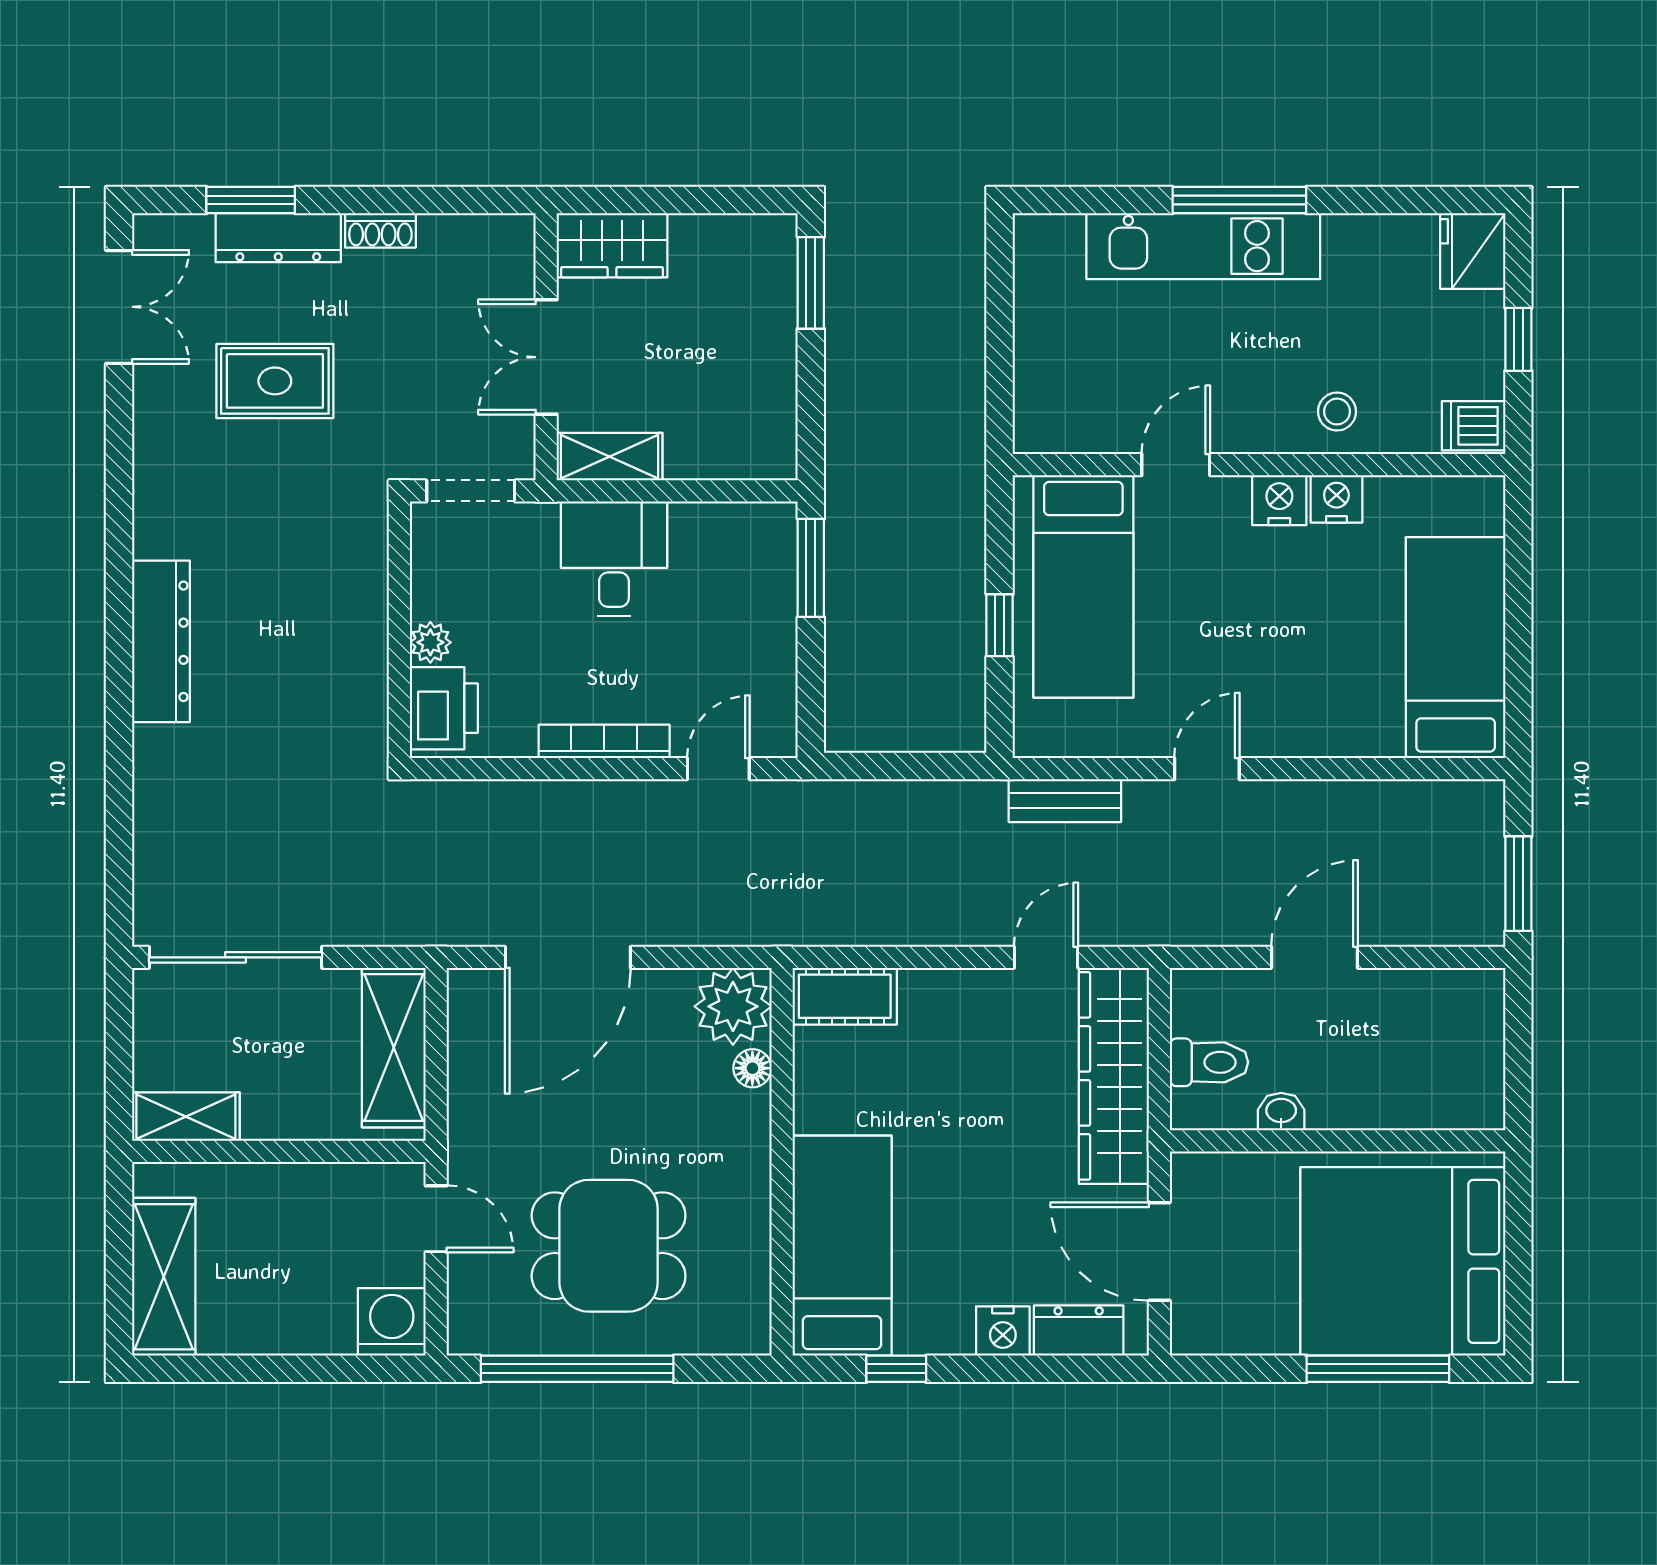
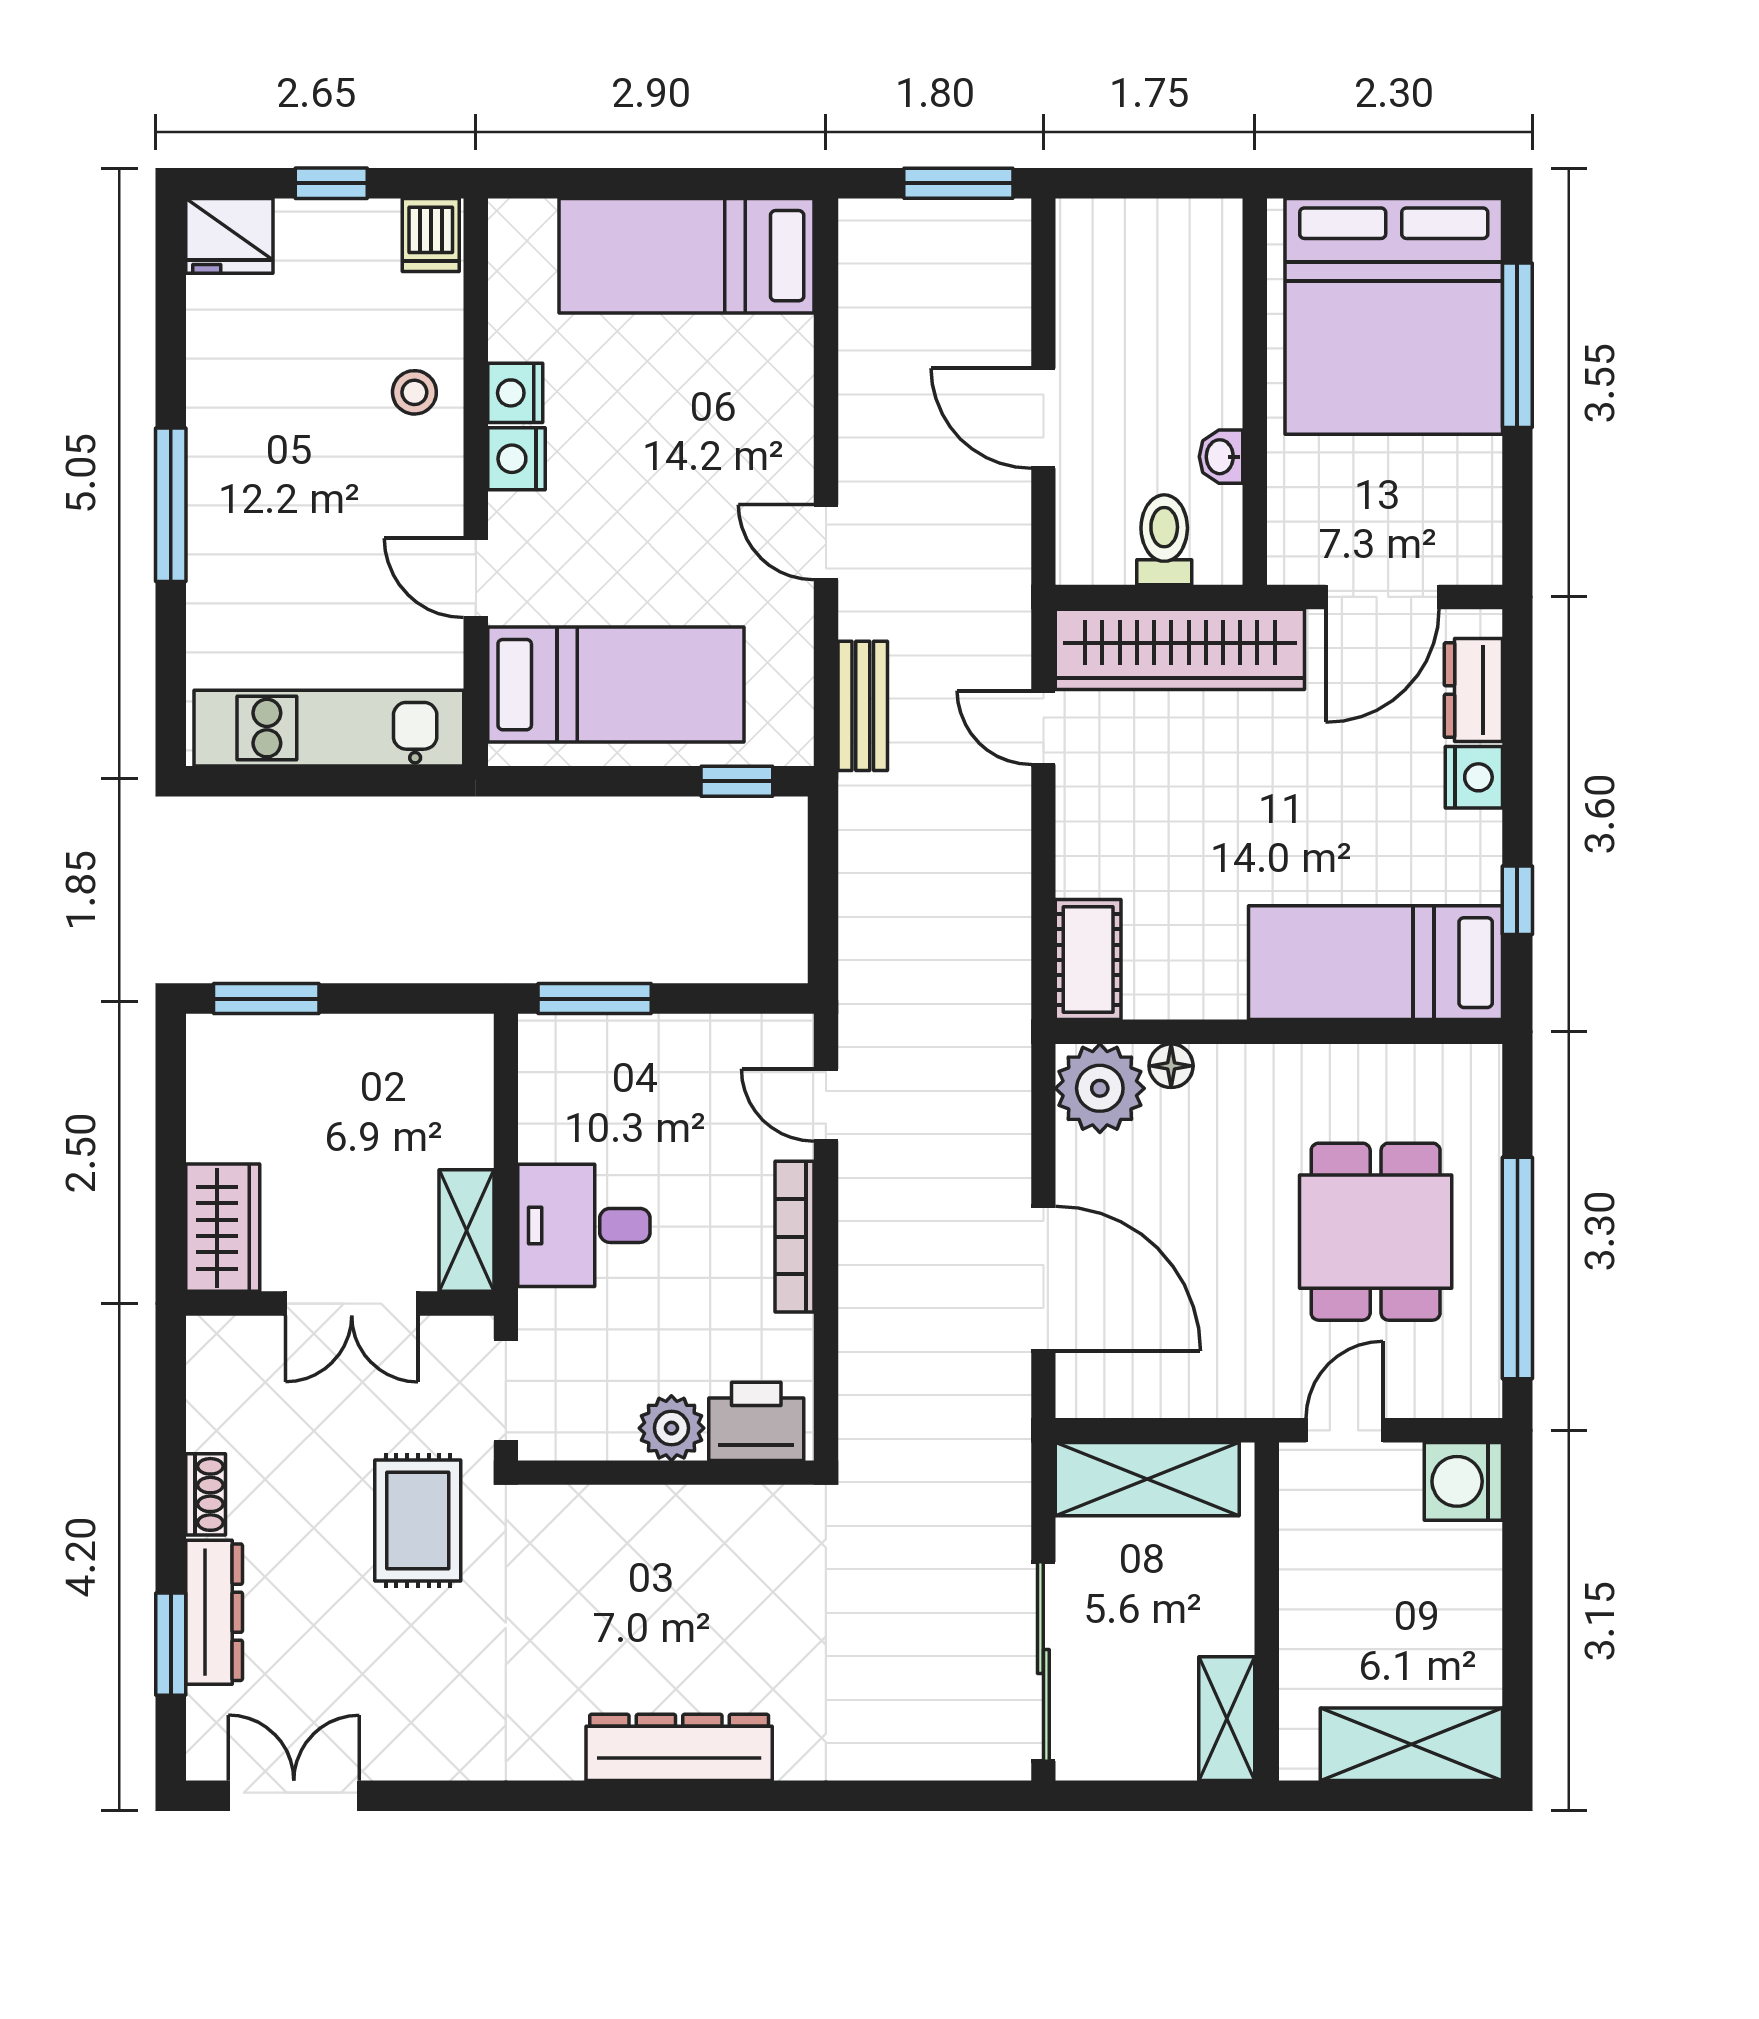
kitchen unit: (1203, 246) -> (329, 728), moved, turned -90
rug: (275, 381) -> (418, 1520), moved
window: (1000, 625) -> (737, 781), moved
plant: (430, 642) -> (671, 1428), width x1.38, depth x1.38

